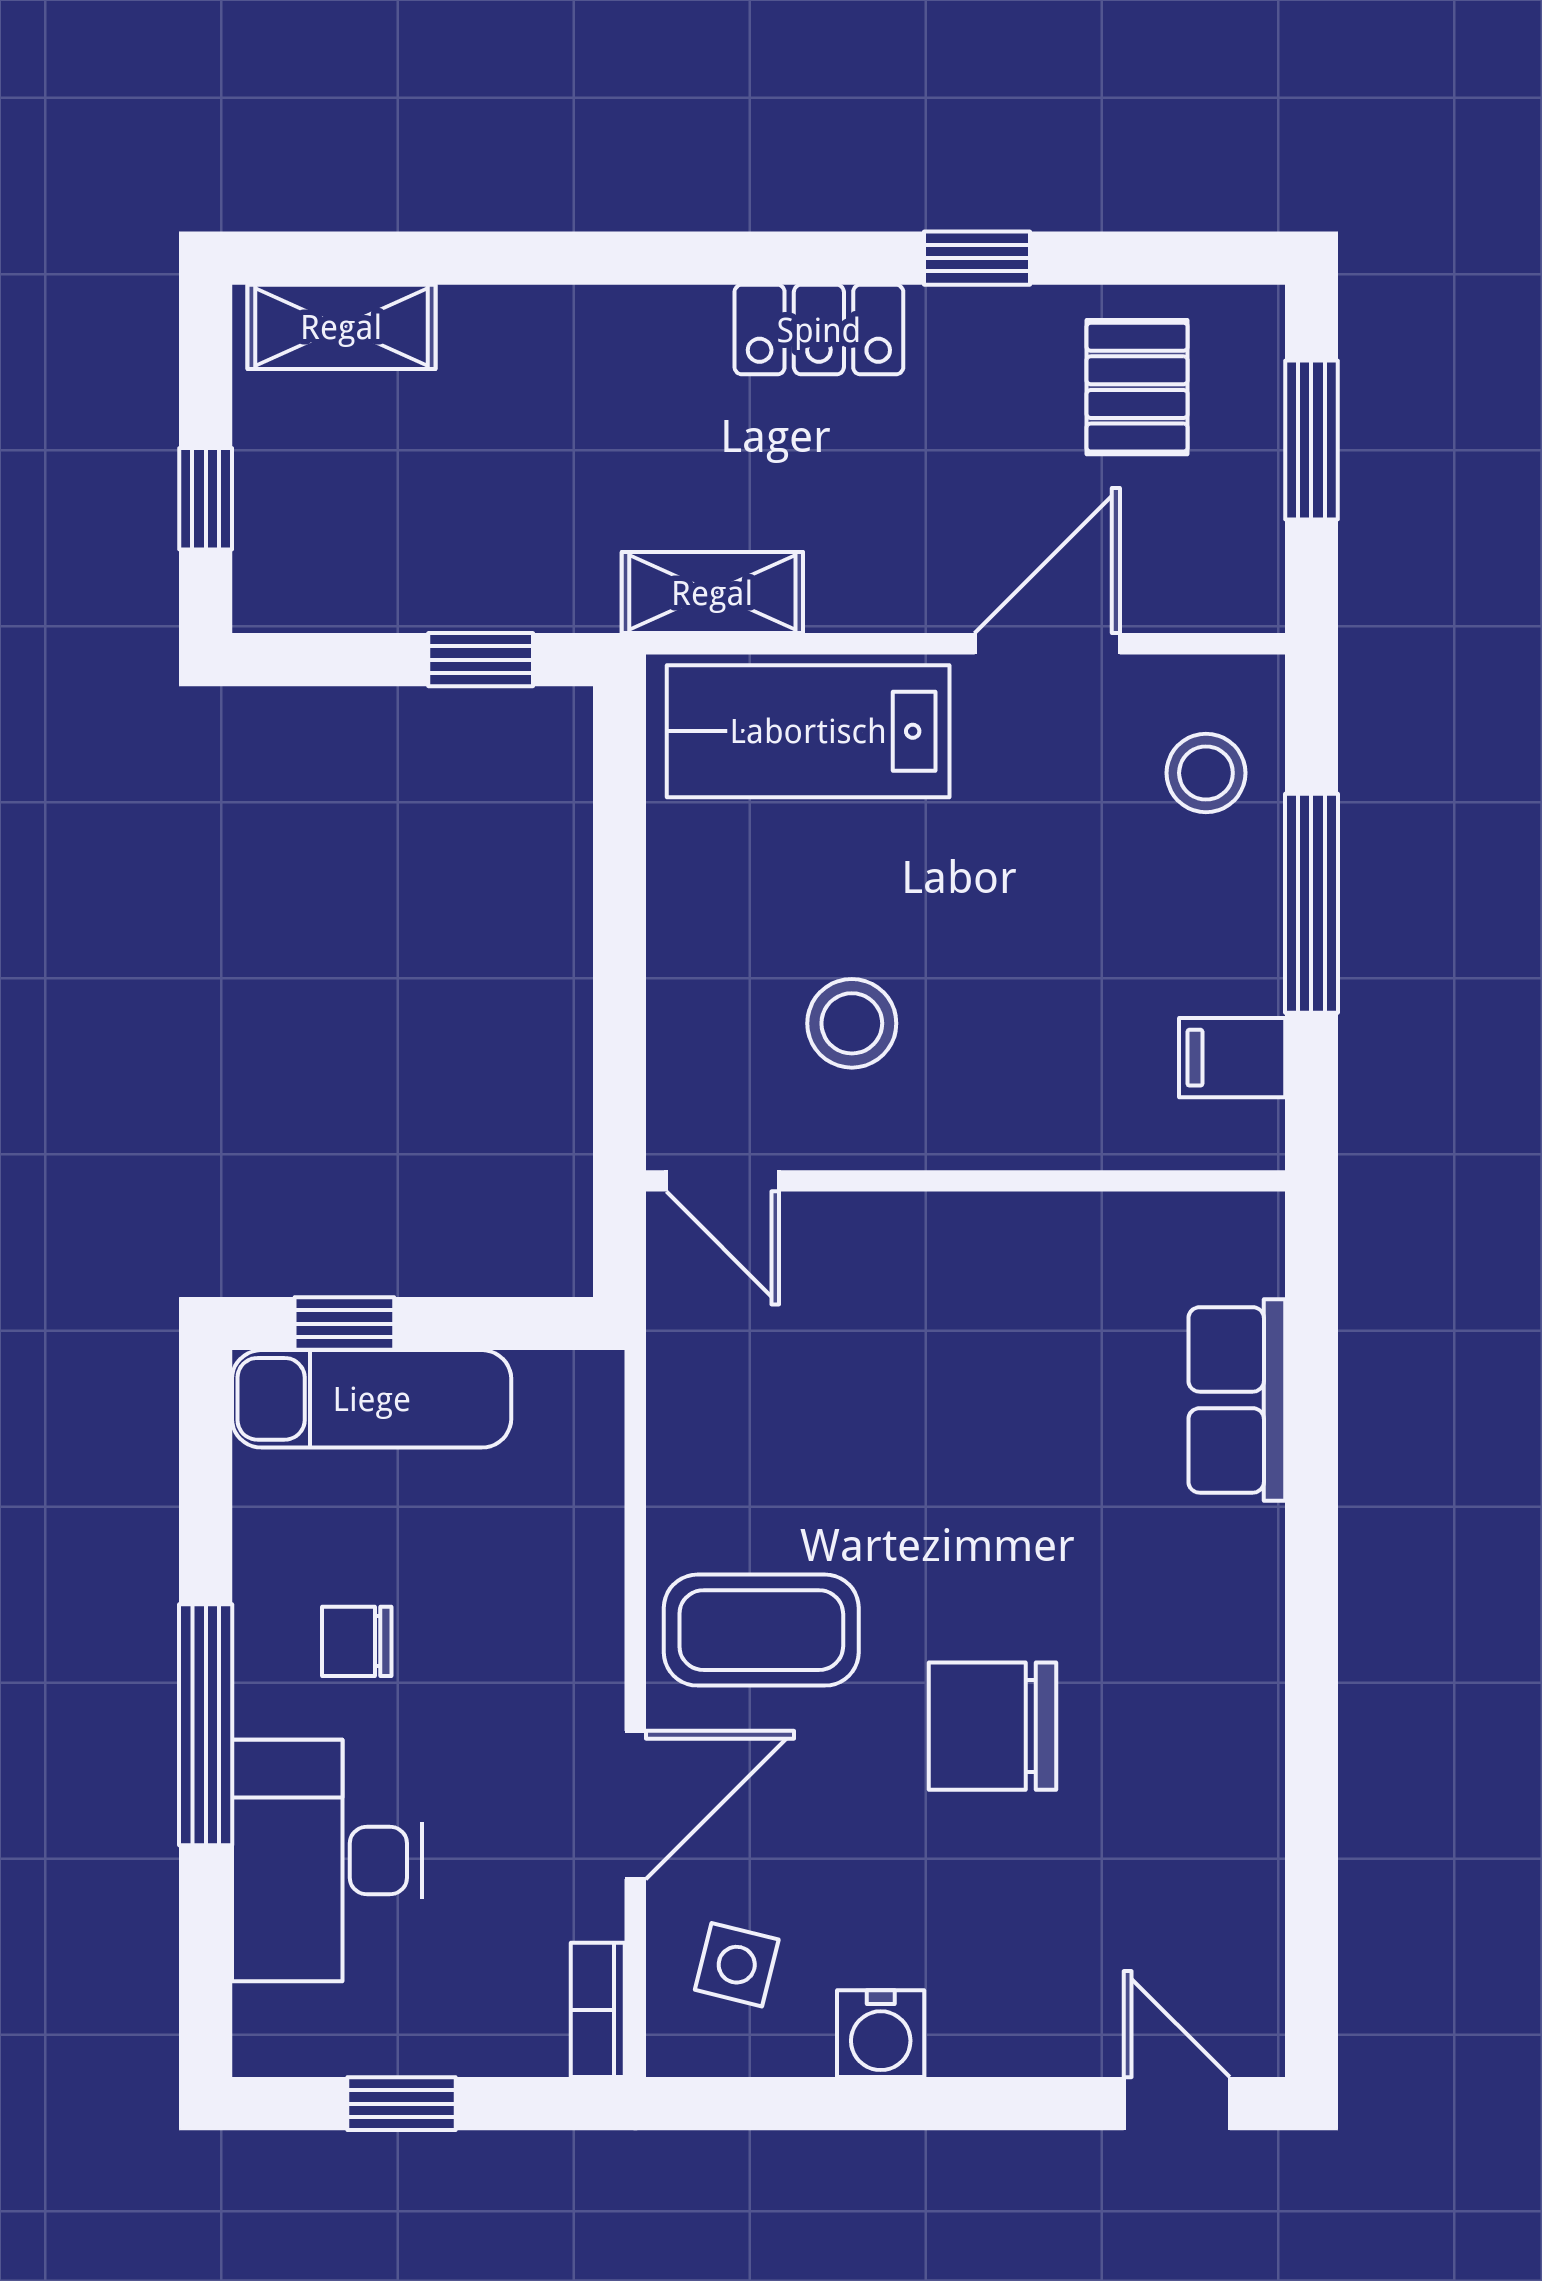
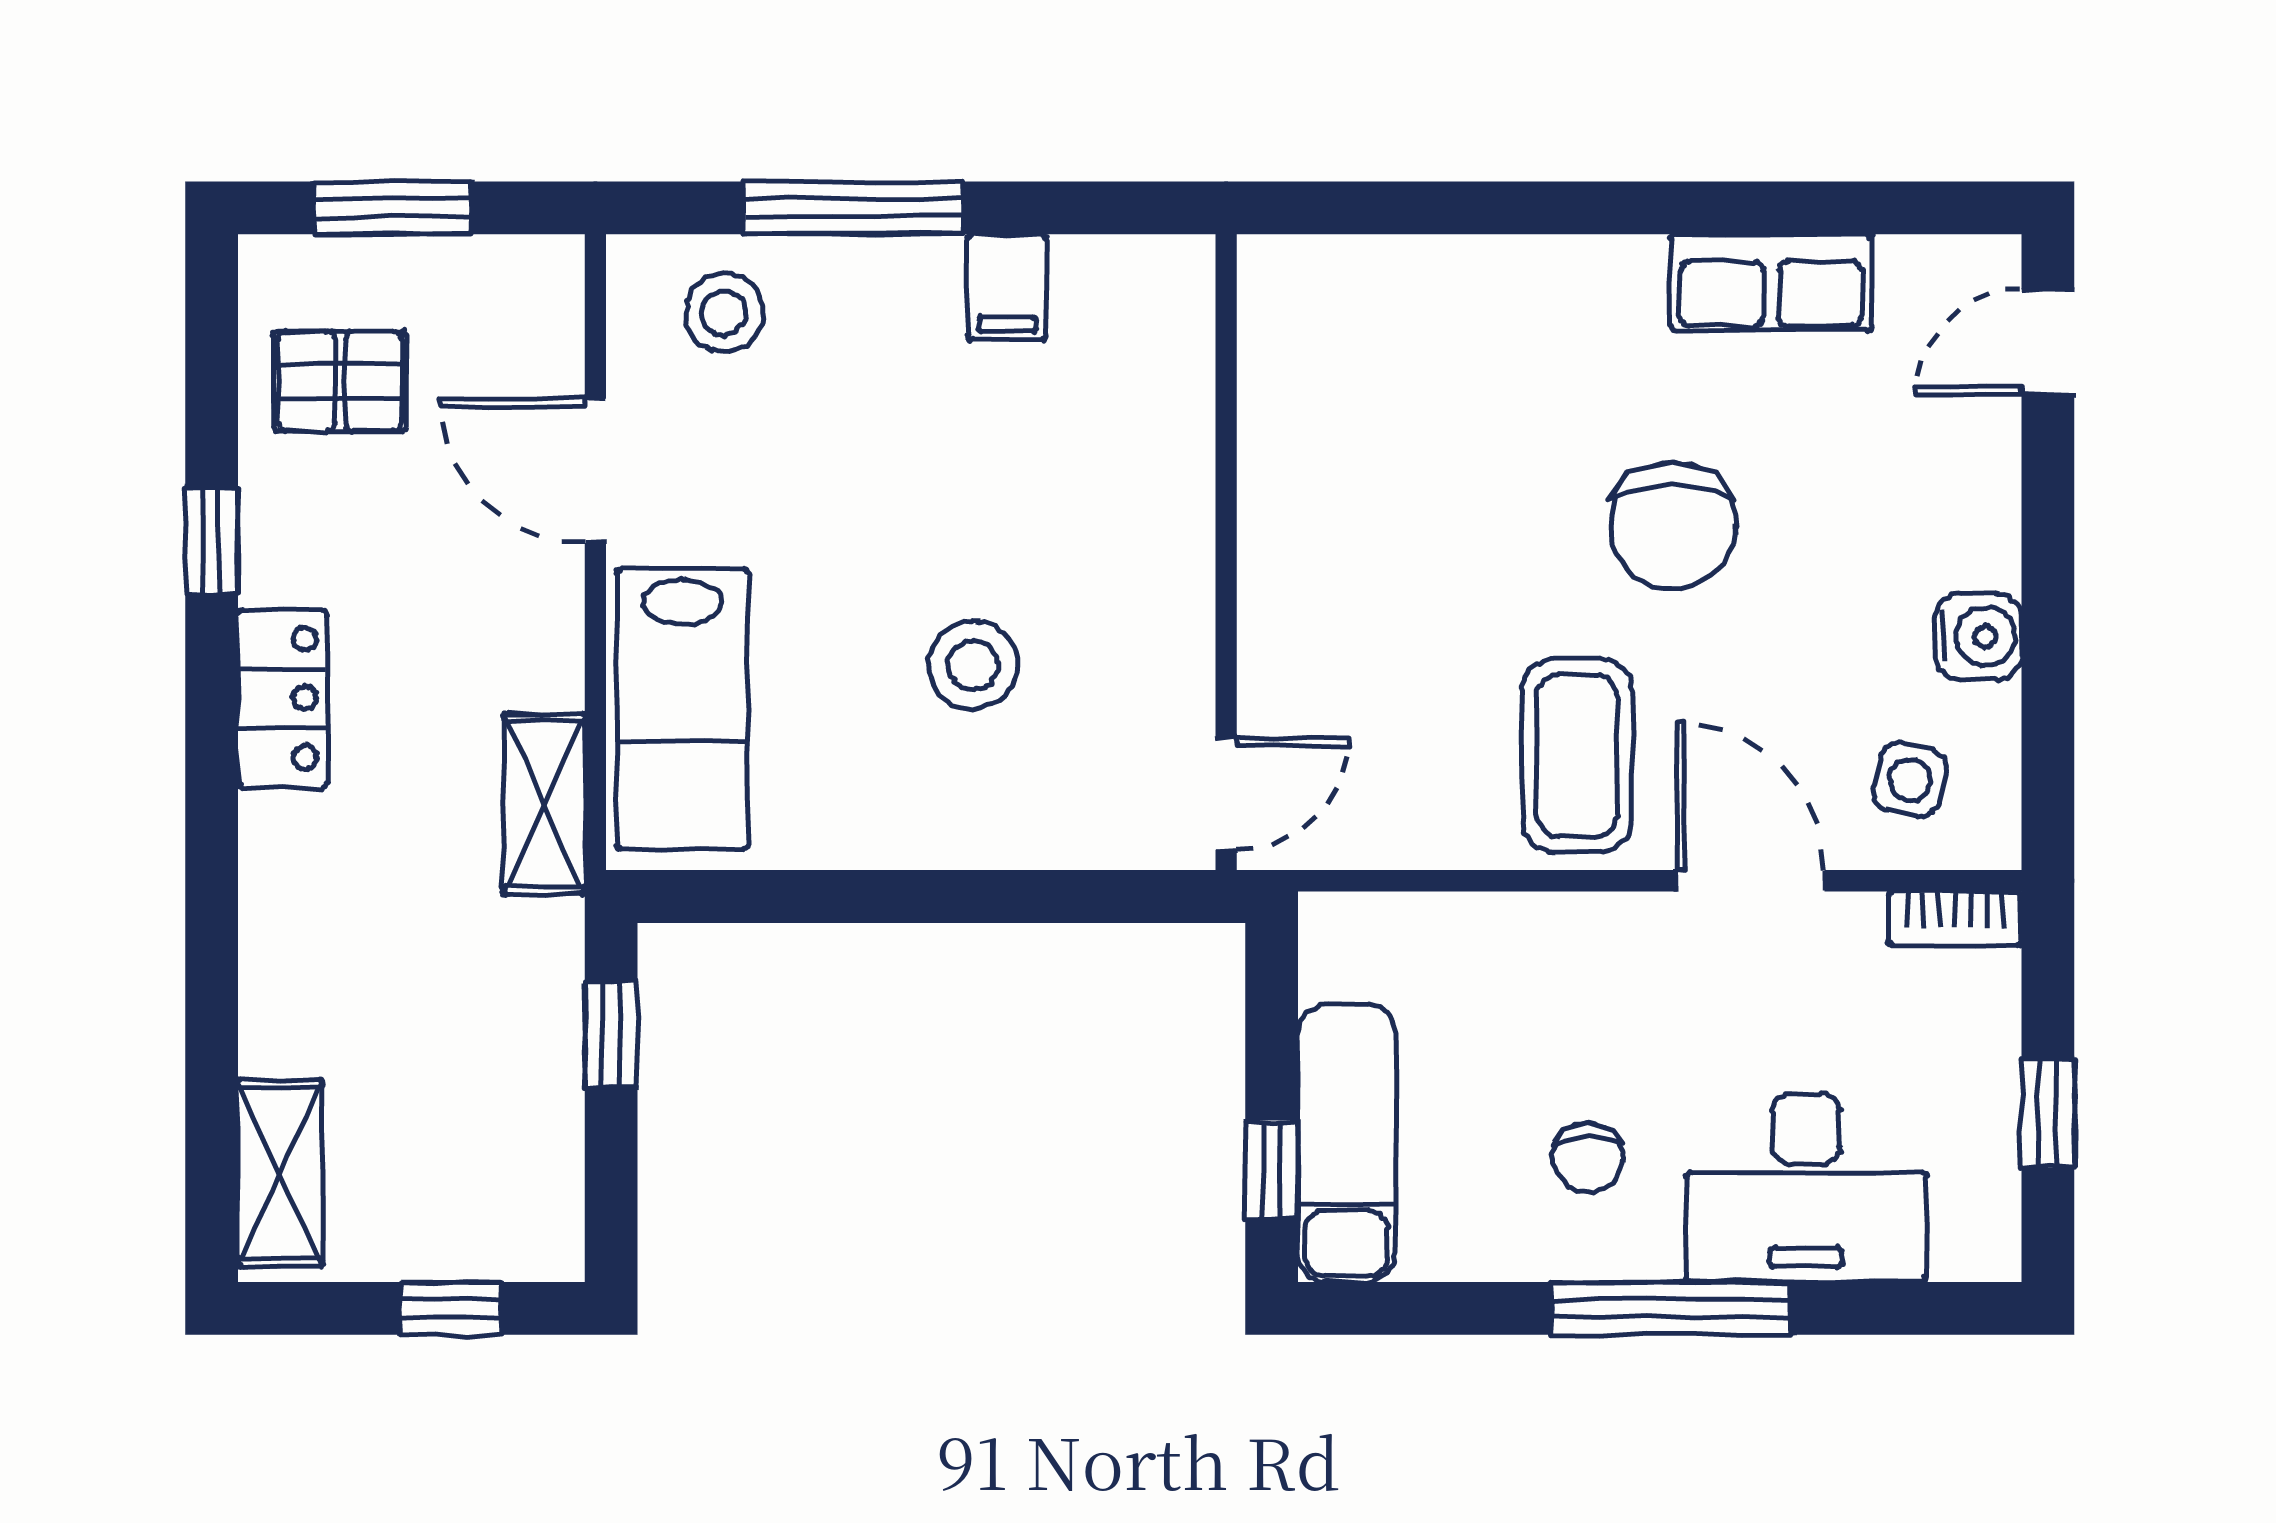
door: (723, 1181) -> (1226, 794), moved
wall: (965, 1181) -> (1226, 552), moved
row of seats: (1237, 1400) -> (1771, 282), moved

